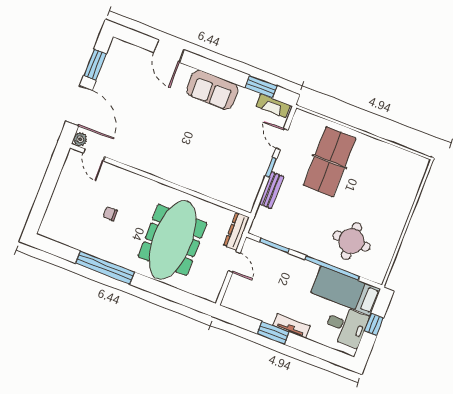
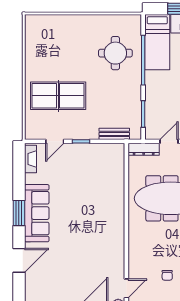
window: (261, 87) -> (19, 213), moved
sofa: (212, 90) -> (37, 213), width x1.36
bench: (271, 190) -> (114, 134), moved
chair: (110, 214) -> (167, 275), moved

